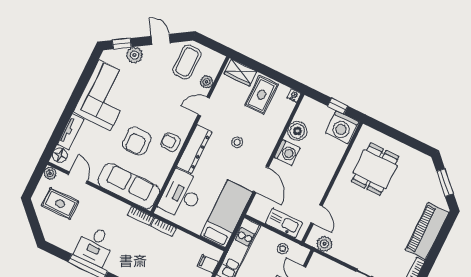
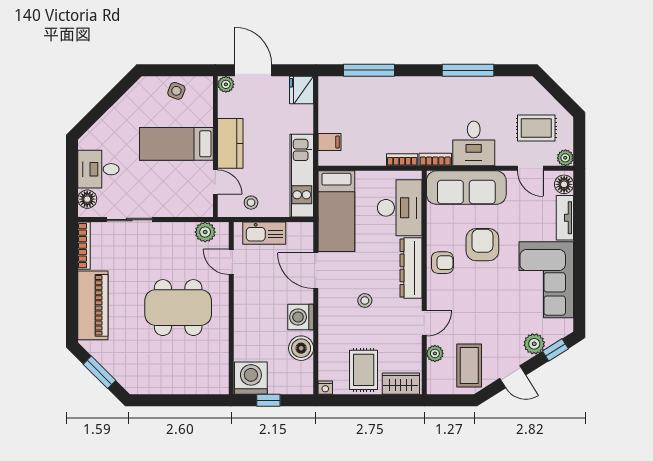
dining table: (375, 169) -> (178, 308), moved, width x1.38
desk: (95, 246) -> (474, 143), moved, turned 180

